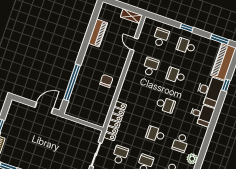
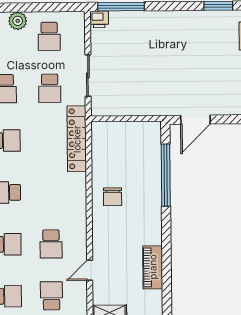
school desk: (161, 37) -> (51, 296), turned 180
door: (134, 44) -> (90, 270), swing flipped

